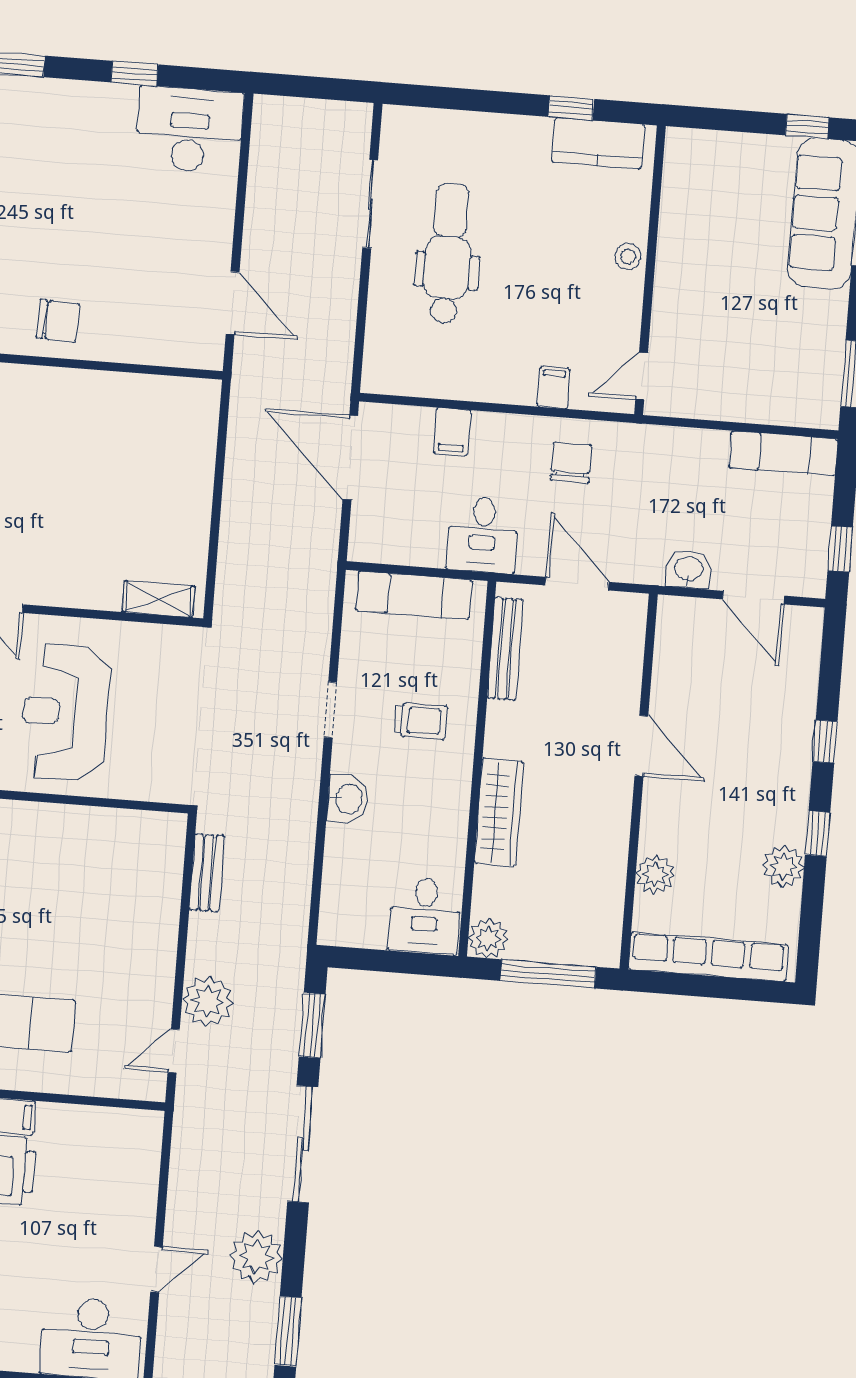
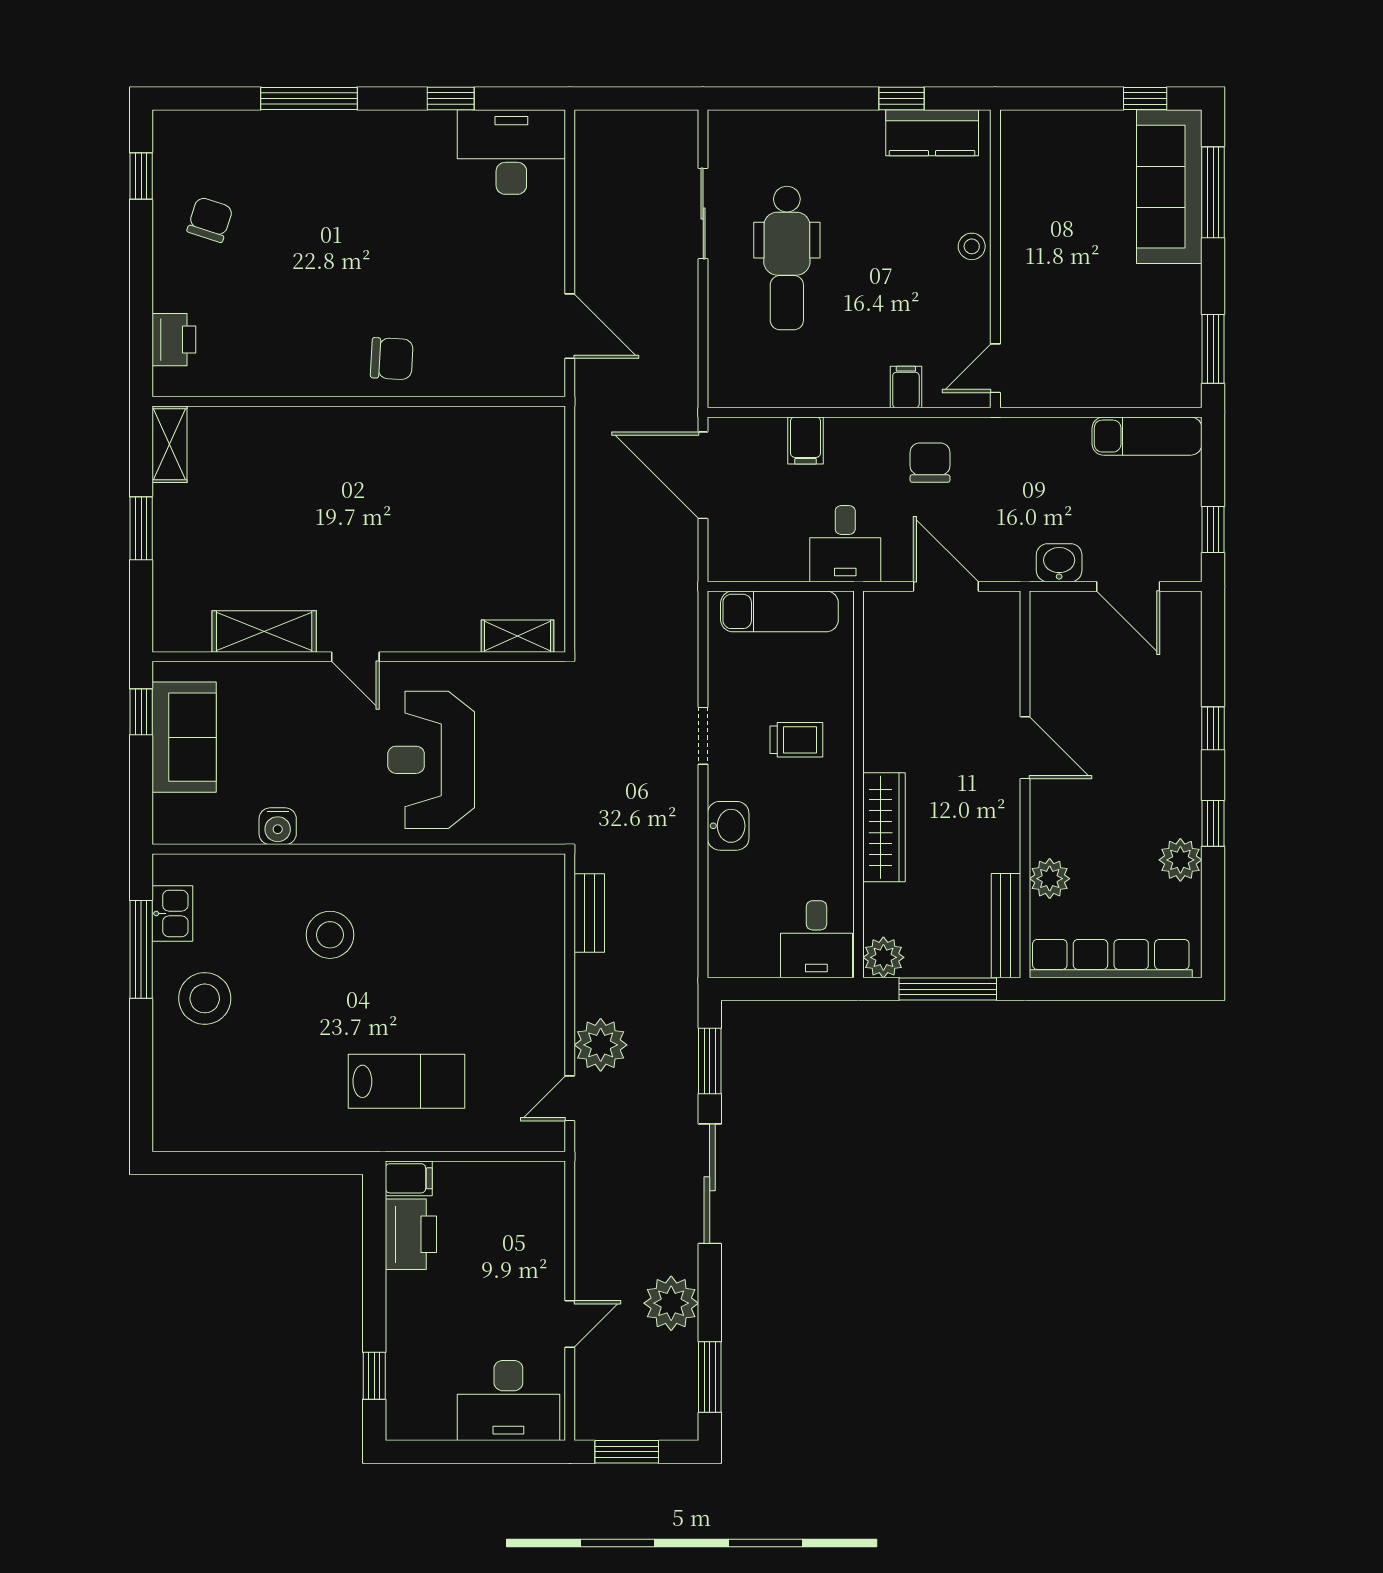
dental chair: (448, 254) -> (787, 258), turned 180
bench: (505, 649) -> (1006, 926), moved

